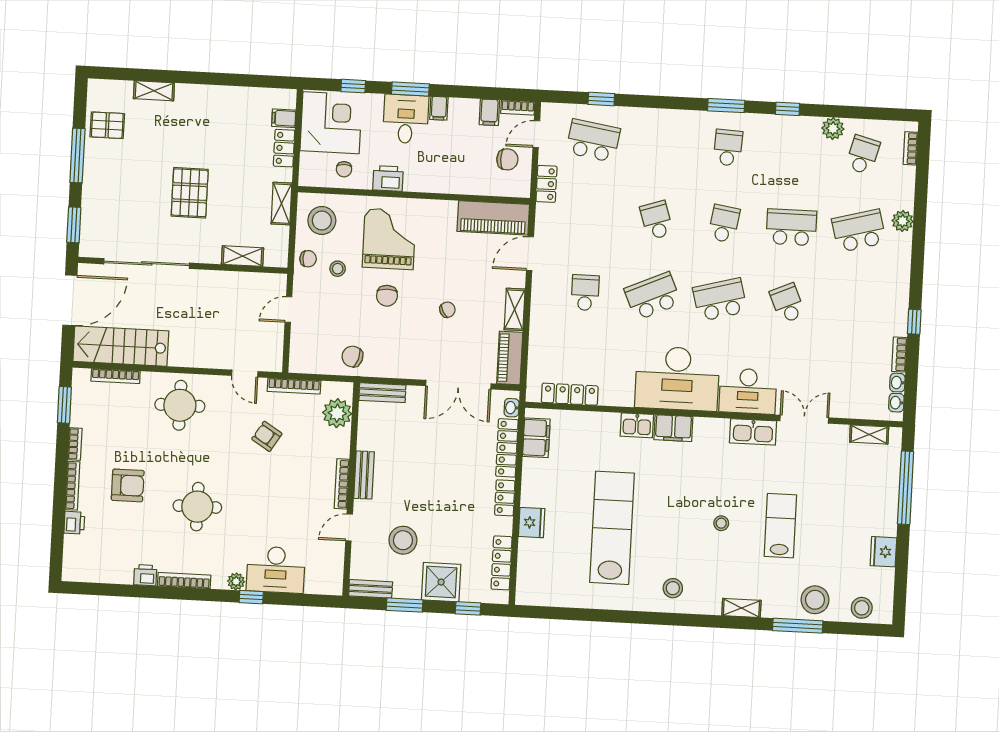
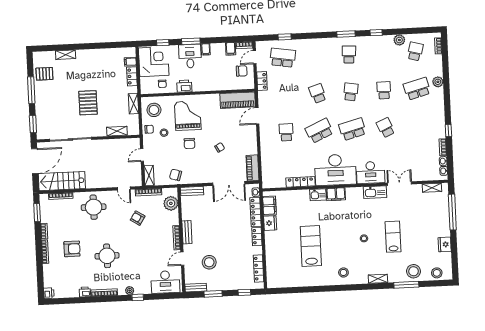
school desk: (791, 227) -> (384, 90), width x0.54
shelving: (515, 309) -> (149, 176), moved
locker: (570, 394) -> (300, 182), moved
printer: (74, 523) -> (49, 293), moved
fridge: (532, 523) -> (270, 223), moved
lab bench: (612, 528) -> (311, 246), width x0.73
desk: (276, 570) -> (165, 282), moved
shower: (441, 582) -> (230, 281), removed

